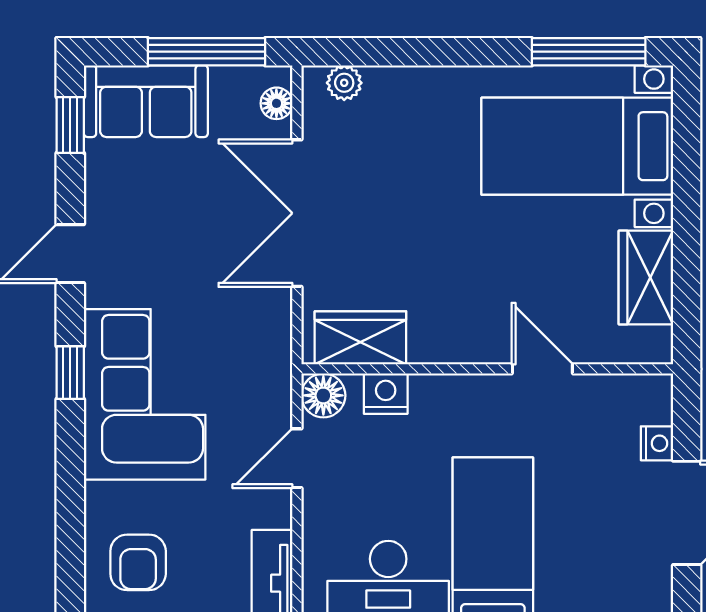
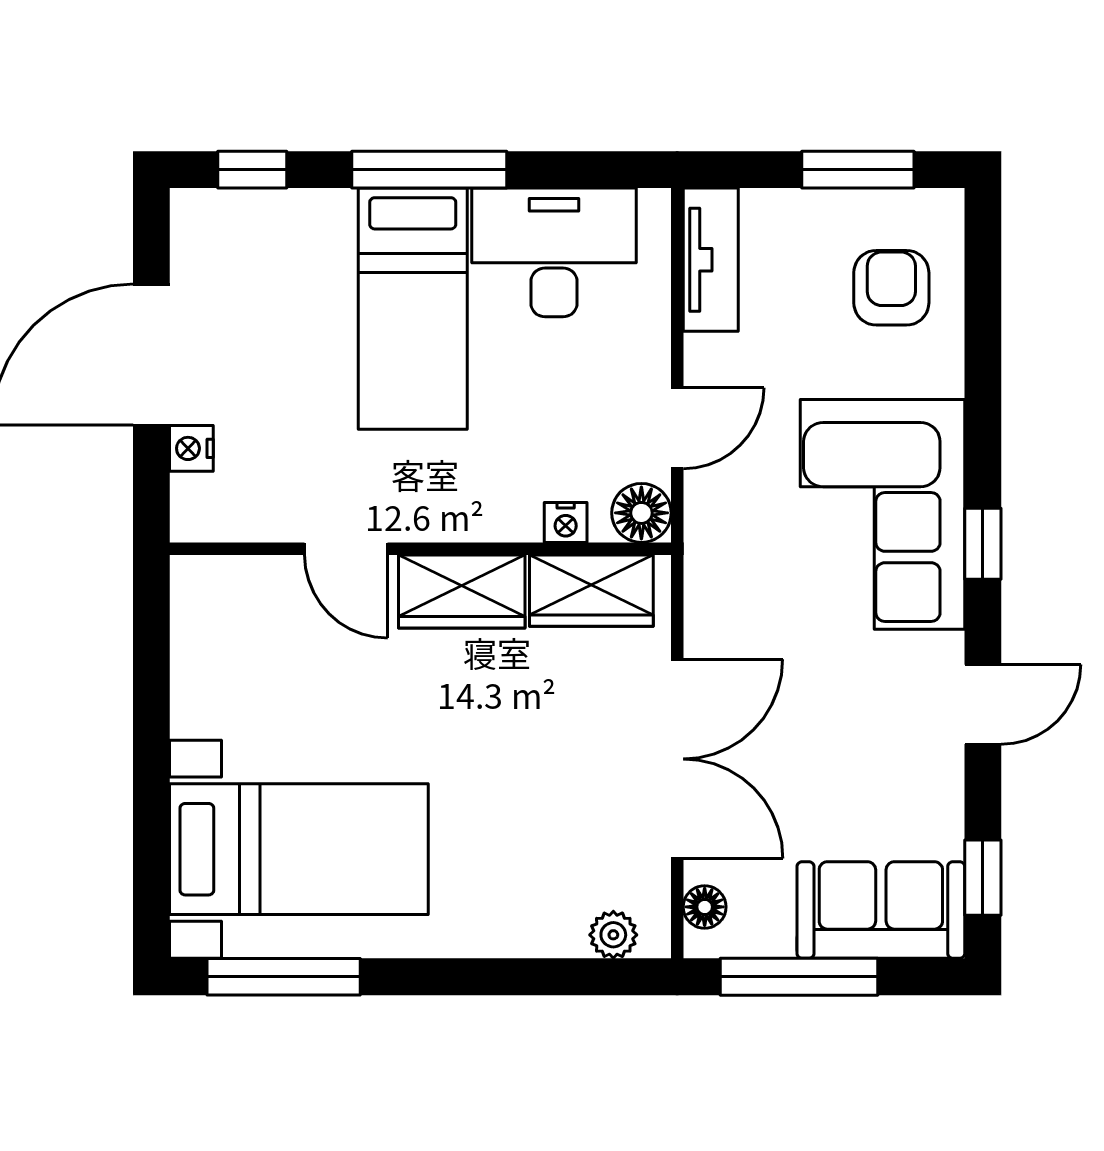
wardrobe: (646, 278) -> (462, 591), moved, turned 90
nightstand: (386, 394) -> (566, 523), width x0.72, depth x0.74

